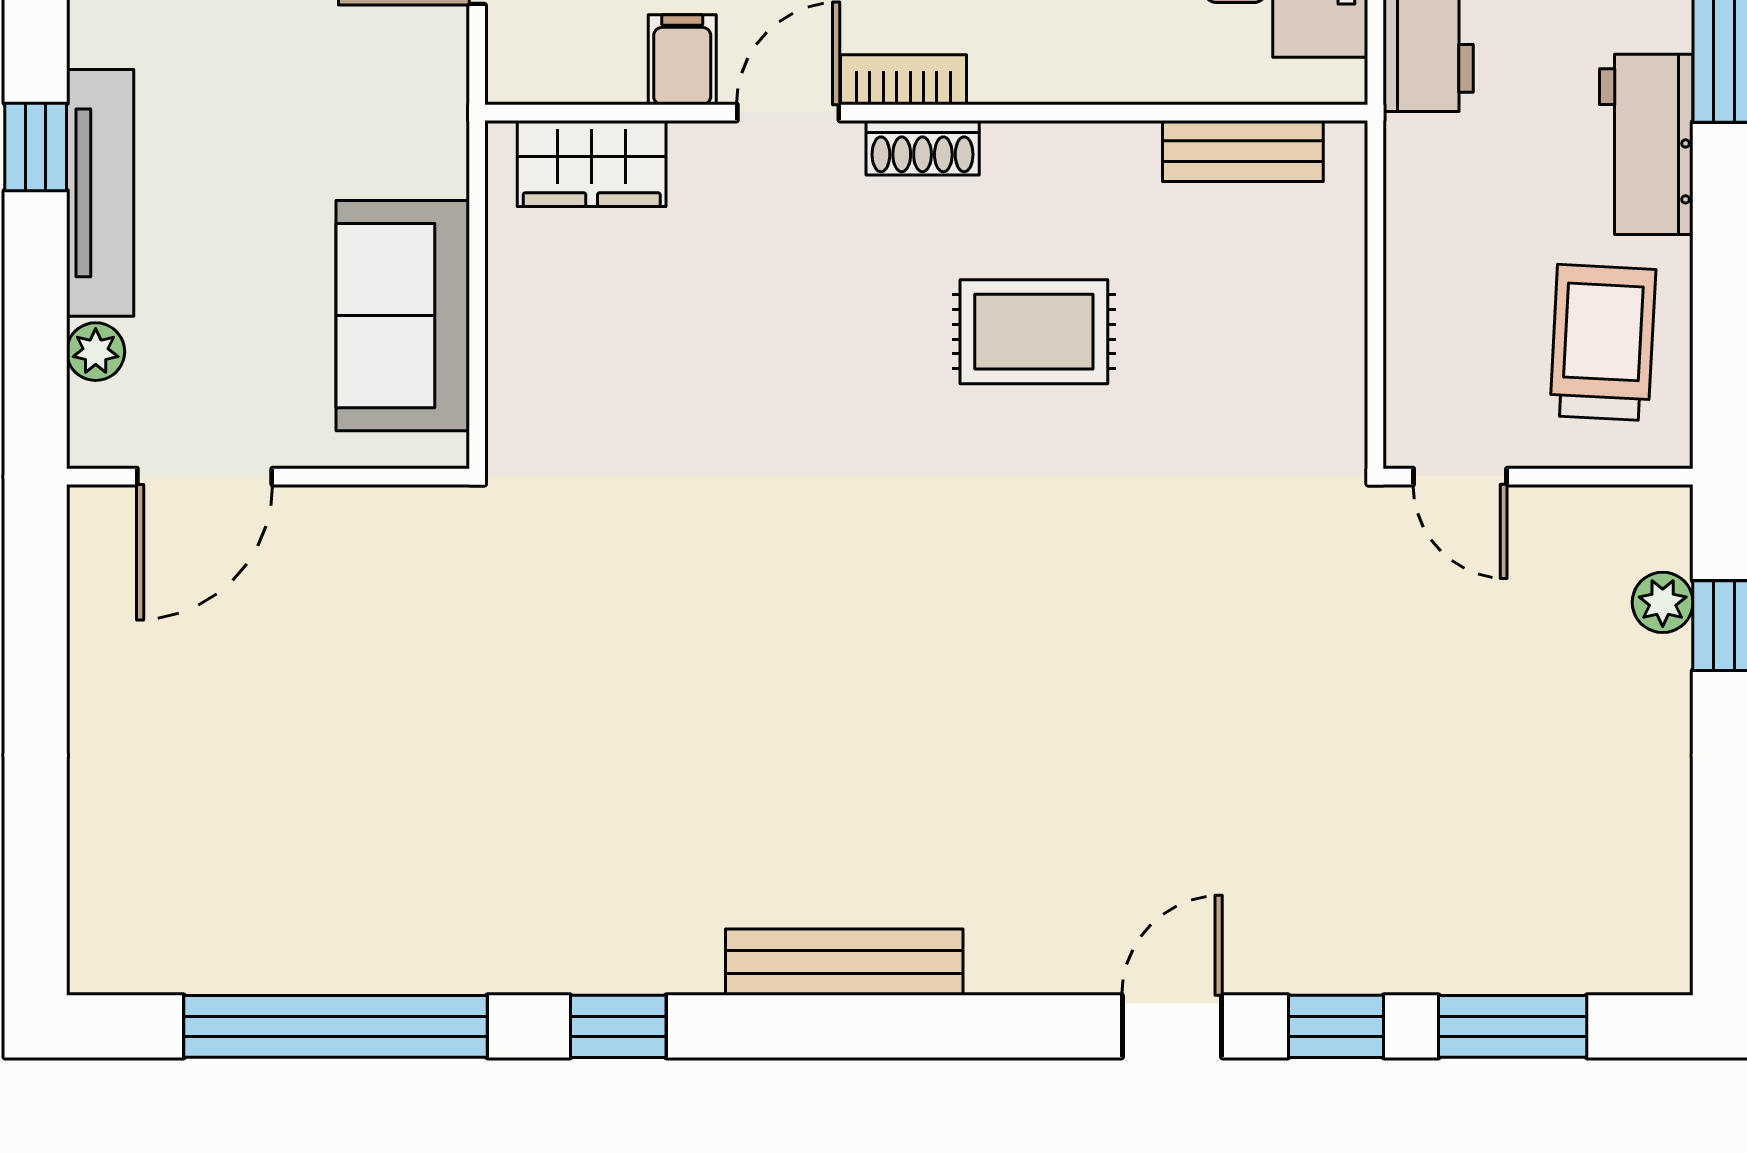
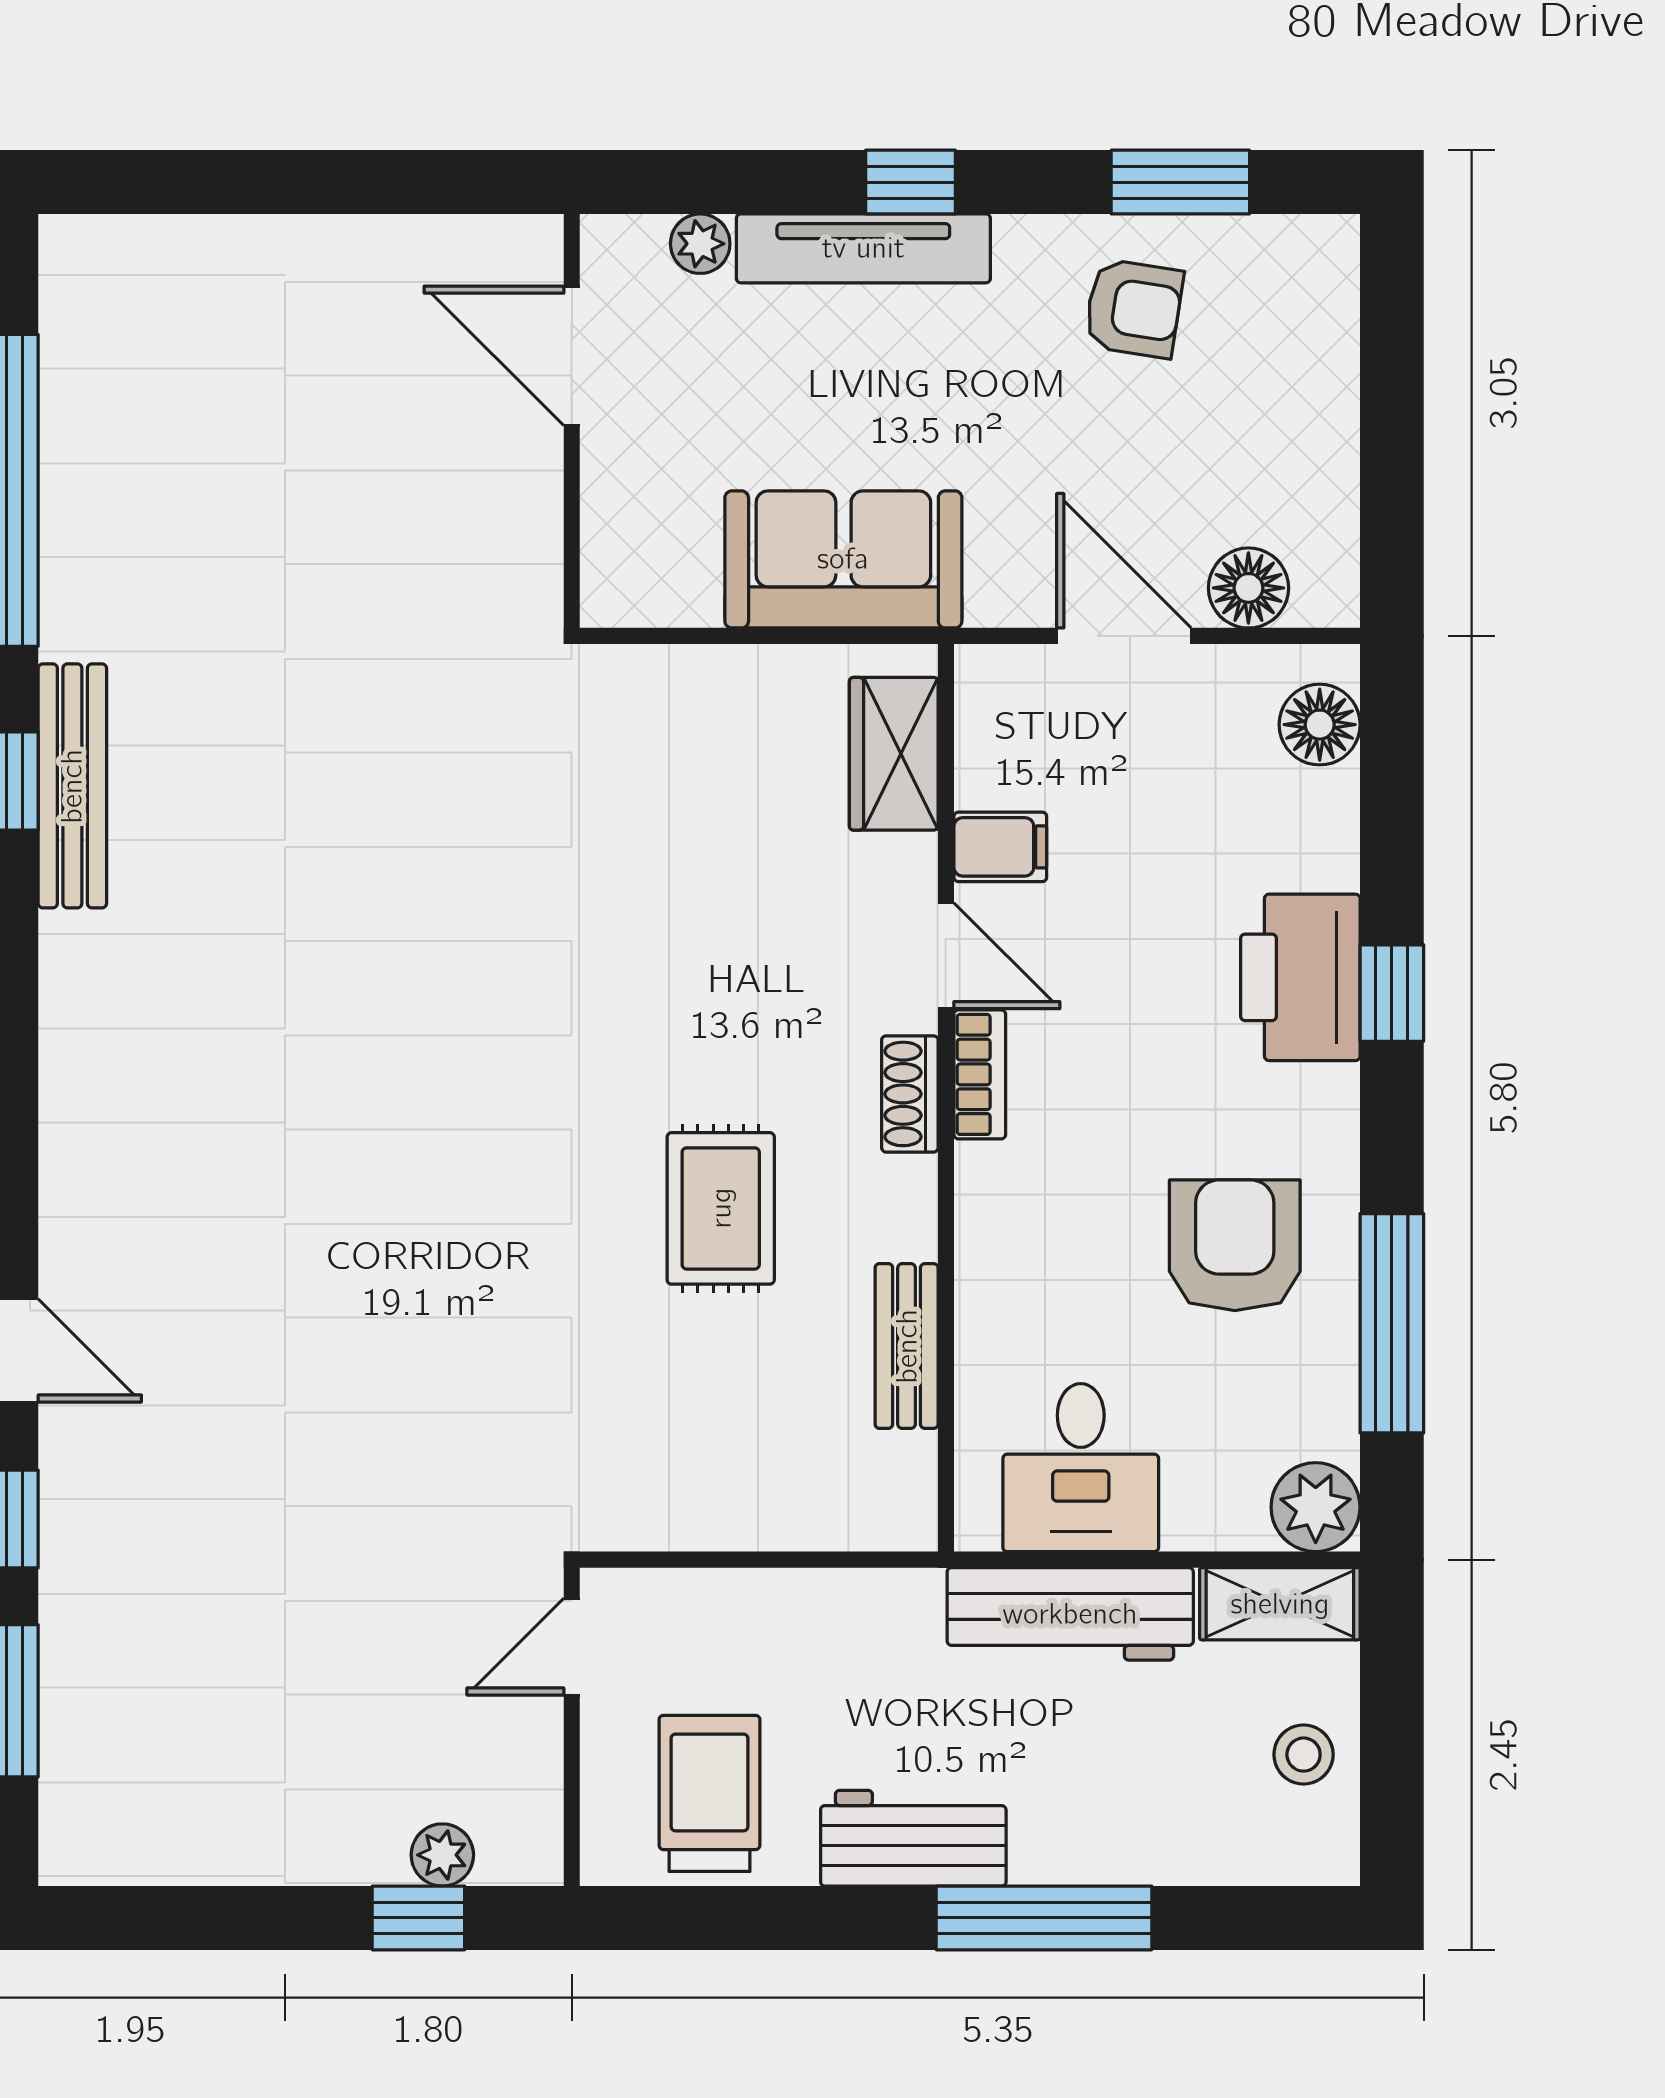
bench: (1243, 151) -> (907, 1346), moved
sofa: (403, 316) -> (843, 559), moved
trolley: (1603, 343) -> (709, 1793), turned -93
bench: (844, 962) -> (72, 786), moved

